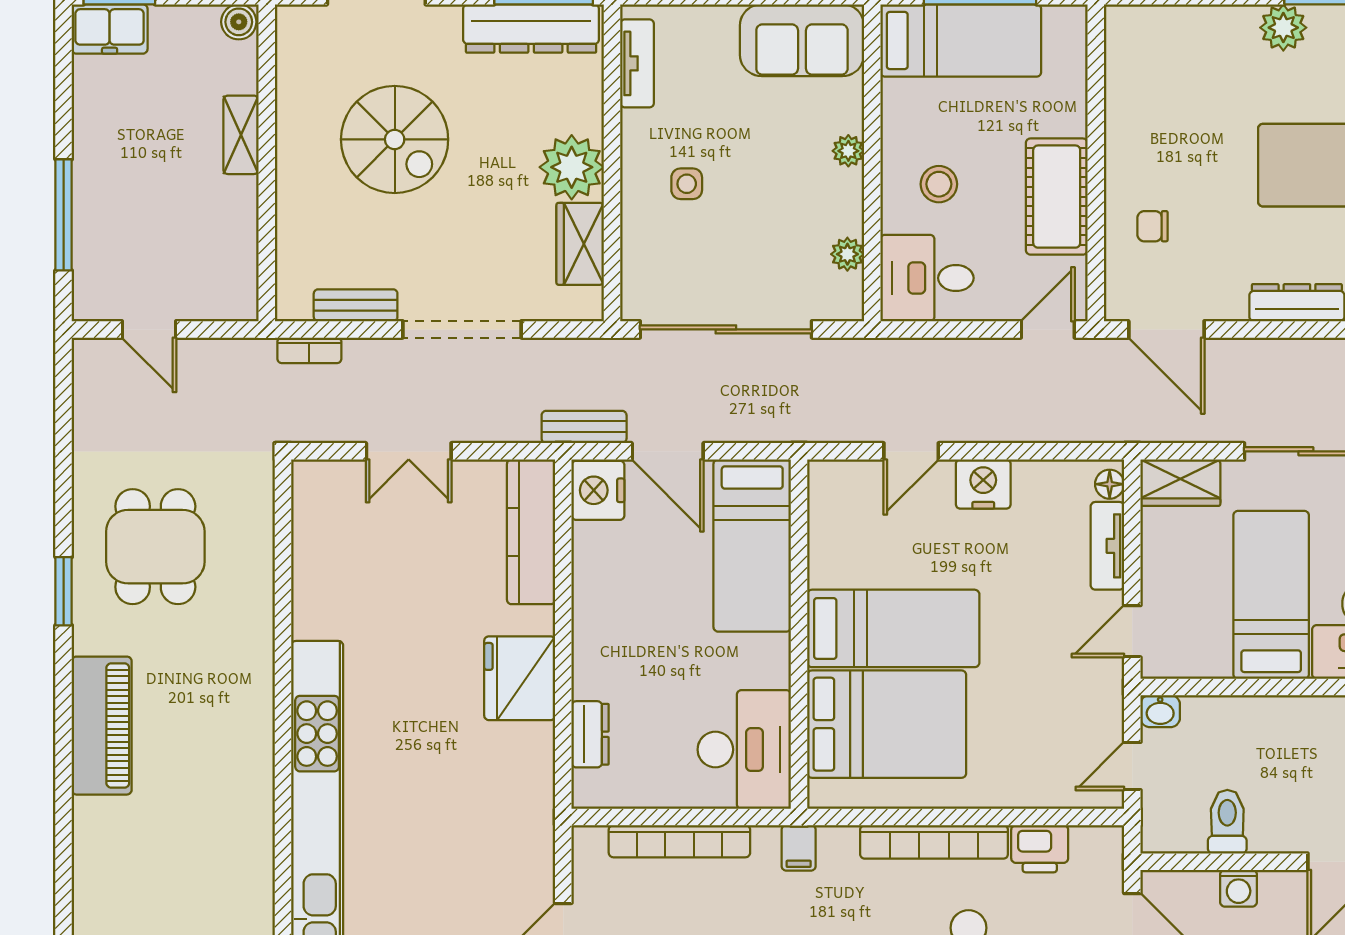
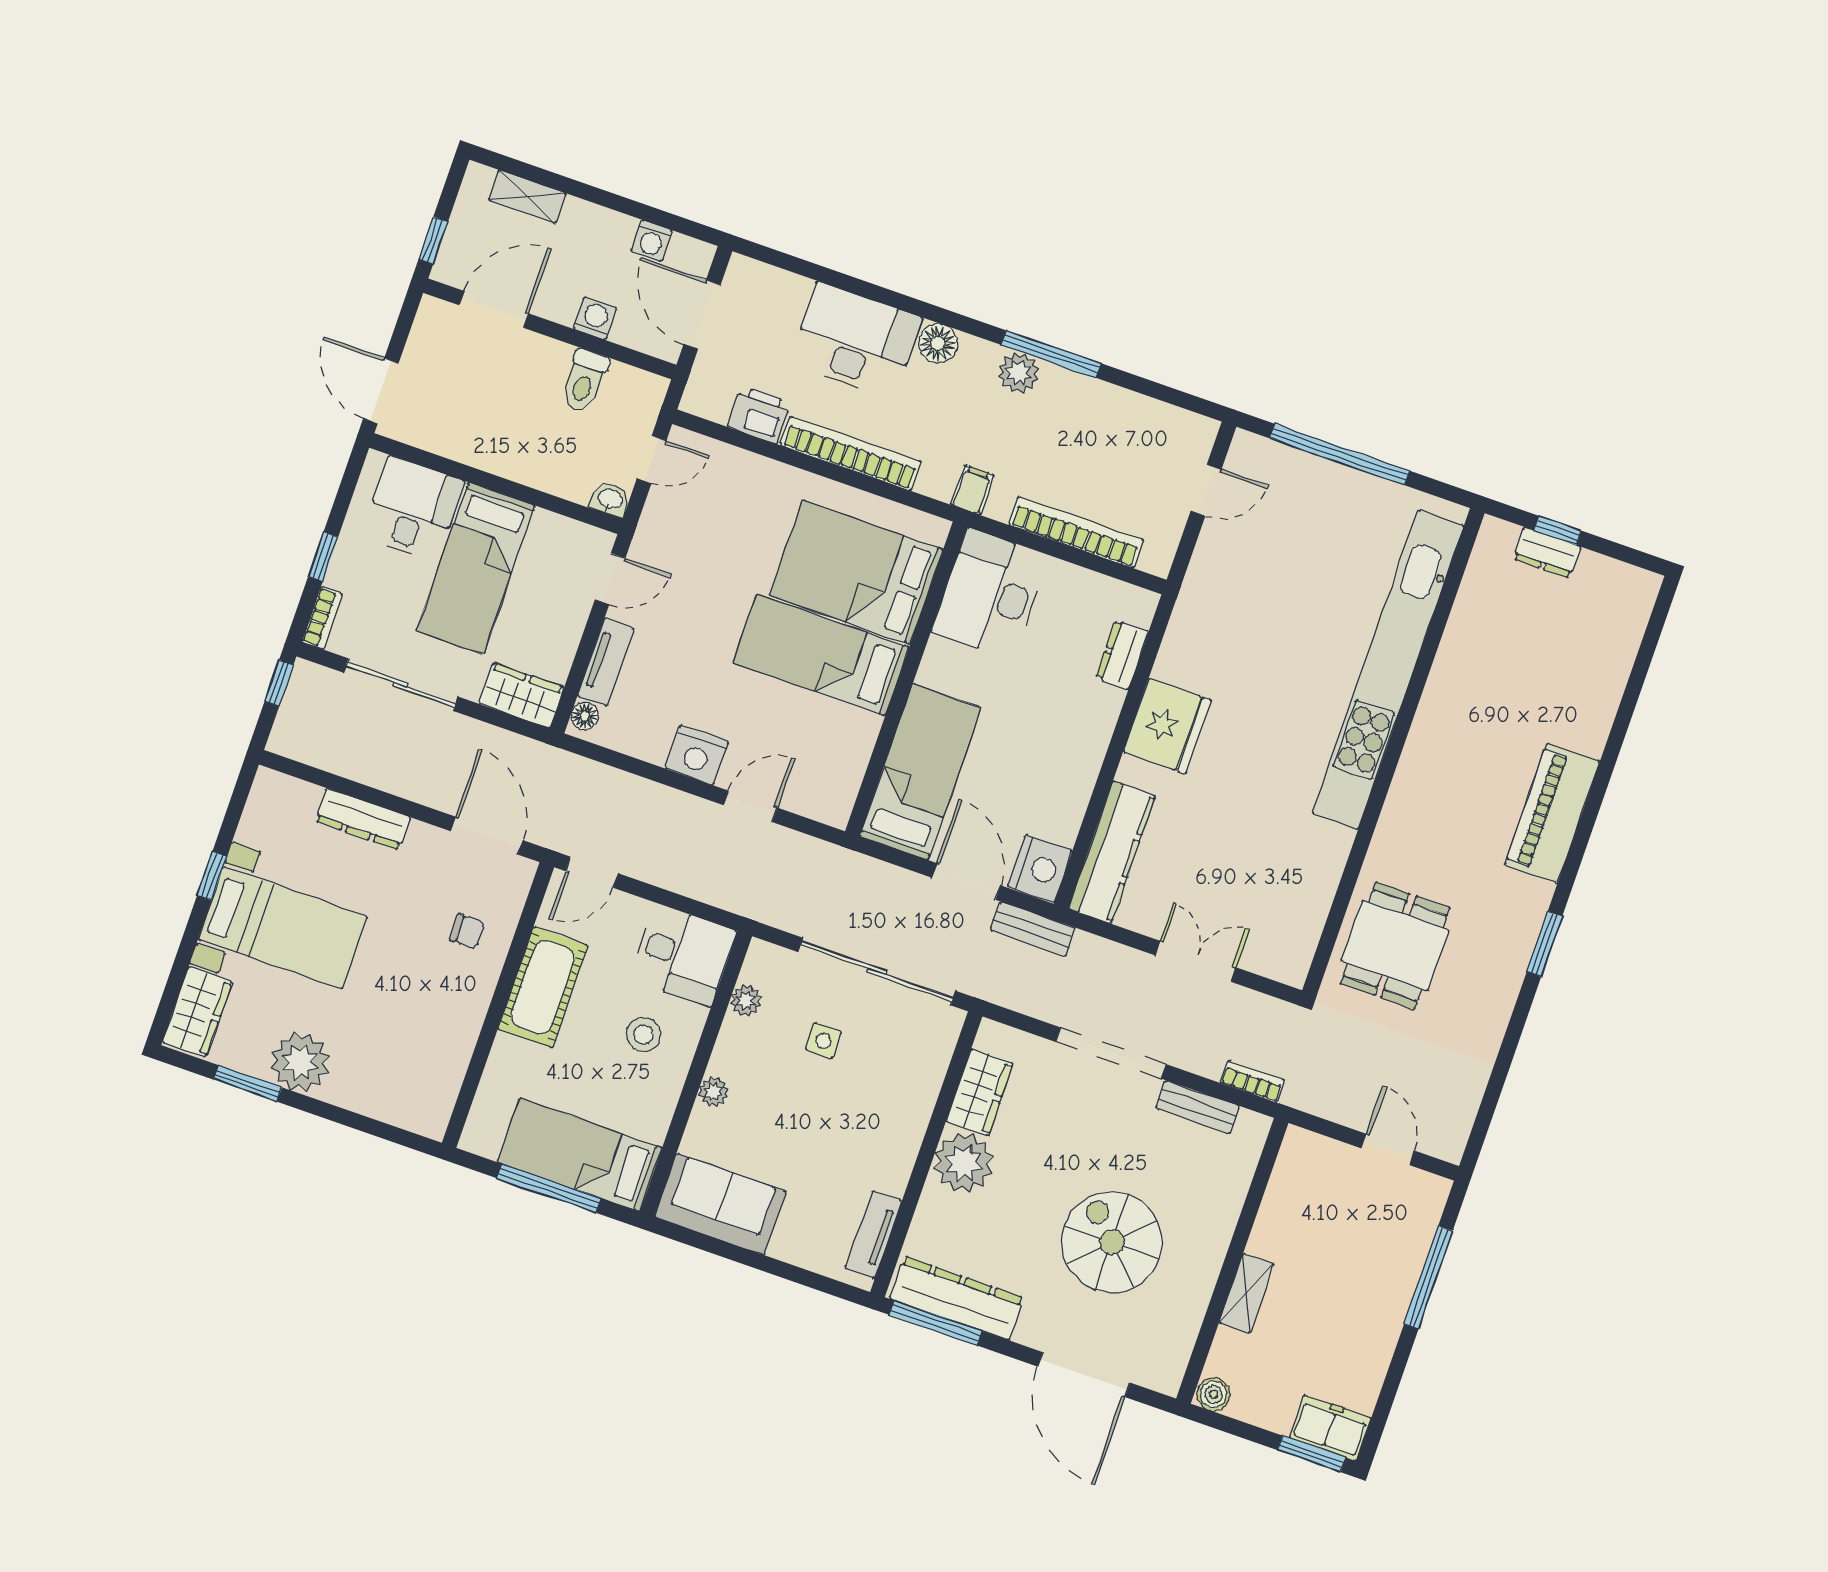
plant: (1283, 28) -> (300, 1062), width x1.36, depth x1.36
side table: (687, 184) -> (823, 1041), moved
dining table: (155, 547) -> (1395, 946), moved

